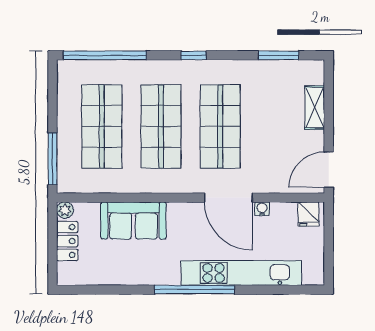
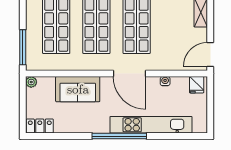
door: (228, 198) -> (129, 74), moved
locker: (67, 241) -> (40, 126), moved, turned -90

